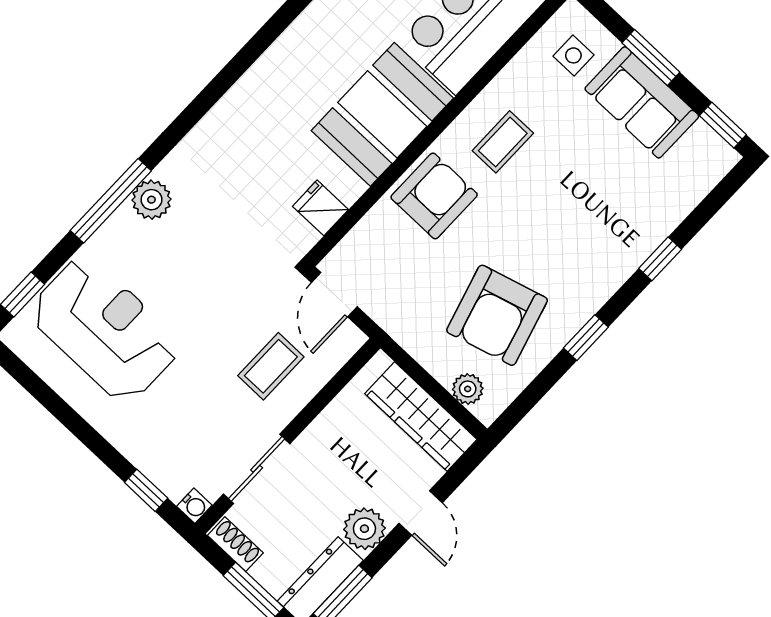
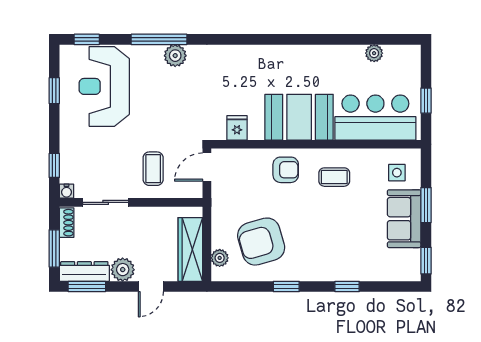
armchair: (434, 196) -> (286, 170), width x0.72, depth x0.72
reception desk: (105, 329) -> (104, 86), turned 180
coffee table: (271, 366) -> (153, 169), turned 90
window: (49, 399) -> (54, 91), added

